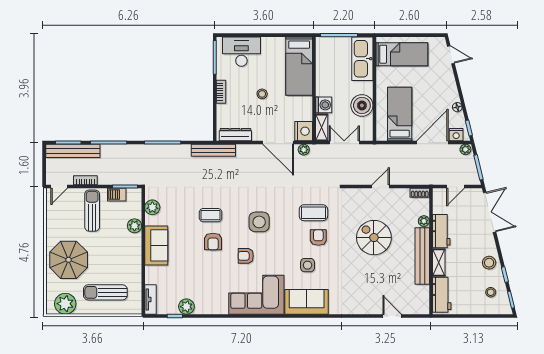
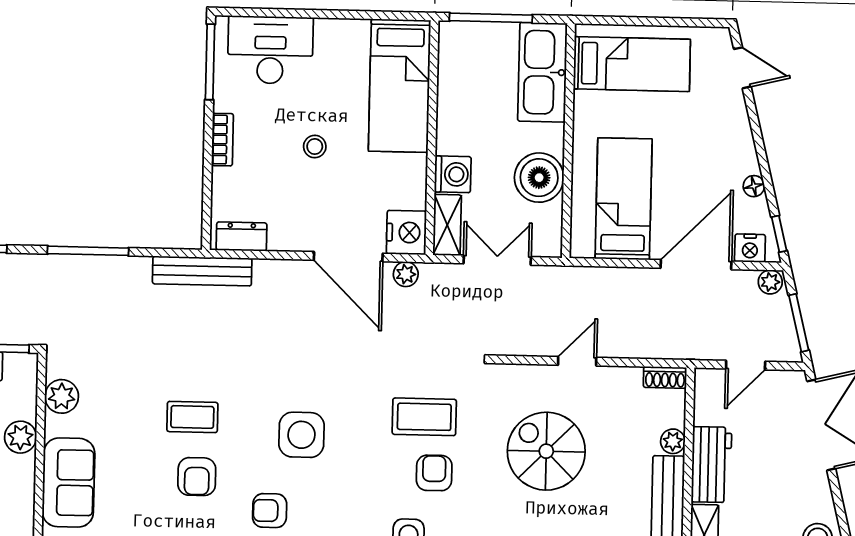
dresser: (235, 135) -> (242, 236), width x0.70
spiral stairs: (374, 238) -> (546, 451), moved

